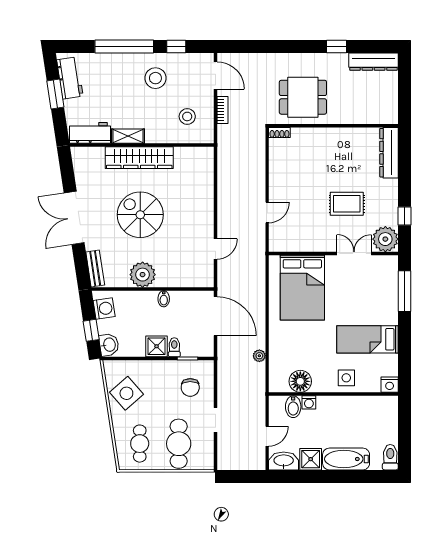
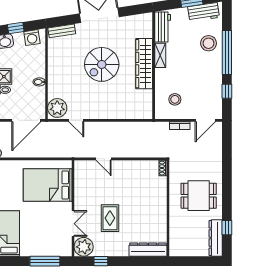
window: (337, 46) -> (227, 228), moved
stool: (155, 78) -> (209, 43), moved
dining table: (303, 97) -> (199, 196), moved, turned 90
spiral stairs: (140, 215) -> (102, 64), turned 180
plant: (143, 275) -> (57, 108), moved

